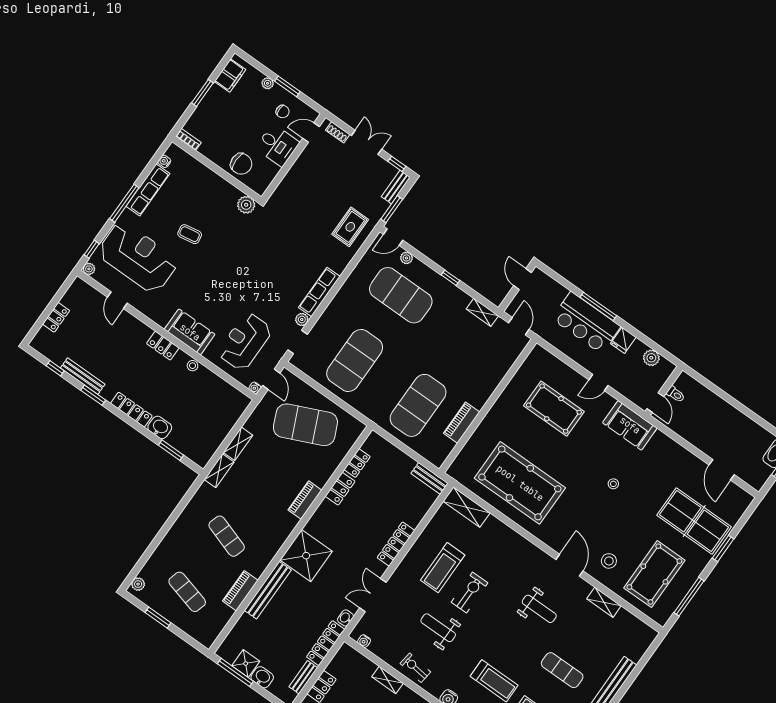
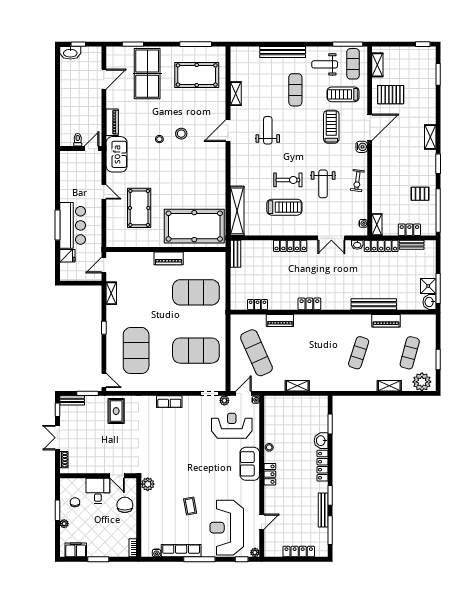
door: (311, 132) -> (117, 476), moved
rug: (350, 227) -> (116, 411), turned 90
plant: (406, 258) -> (111, 363), removed
door: (523, 279) -> (74, 283), removed
row of seats: (319, 292) -> (169, 402), width x0.68
locker: (56, 317) -> (299, 552), width x1.53
plant: (302, 319) -> (224, 401), moved
fridge: (623, 340) -> (67, 256), moved
reception desk: (245, 342) -> (232, 426), turned 180
plant: (651, 358) -> (66, 170), removed
window: (55, 368) -> (330, 530), width x2.17
piano: (462, 423) -> (169, 258), moved
exercise mat: (305, 425) -> (256, 353), width x0.68
piano: (668, 445) -> (112, 122), added
shelving: (219, 471) -> (389, 386), moved
pool table: (520, 483) -> (194, 226), moved, turned 90
locker: (340, 489) -> (309, 304), moved
piano: (305, 500) -> (280, 321), moved
shelving: (466, 507) -> (237, 211), width x1.47
window: (723, 548) -> (133, 44), moved
shower: (306, 556) -> (336, 296), removed
stool: (609, 561) -> (181, 134), moved
plant: (138, 584) -> (422, 382), width x1.87, depth x1.87
exercise bike: (470, 592) -> (288, 180), turned 180
washbasin: (262, 677) -> (429, 302), moved
shelving: (388, 680) -> (377, 225), moved

